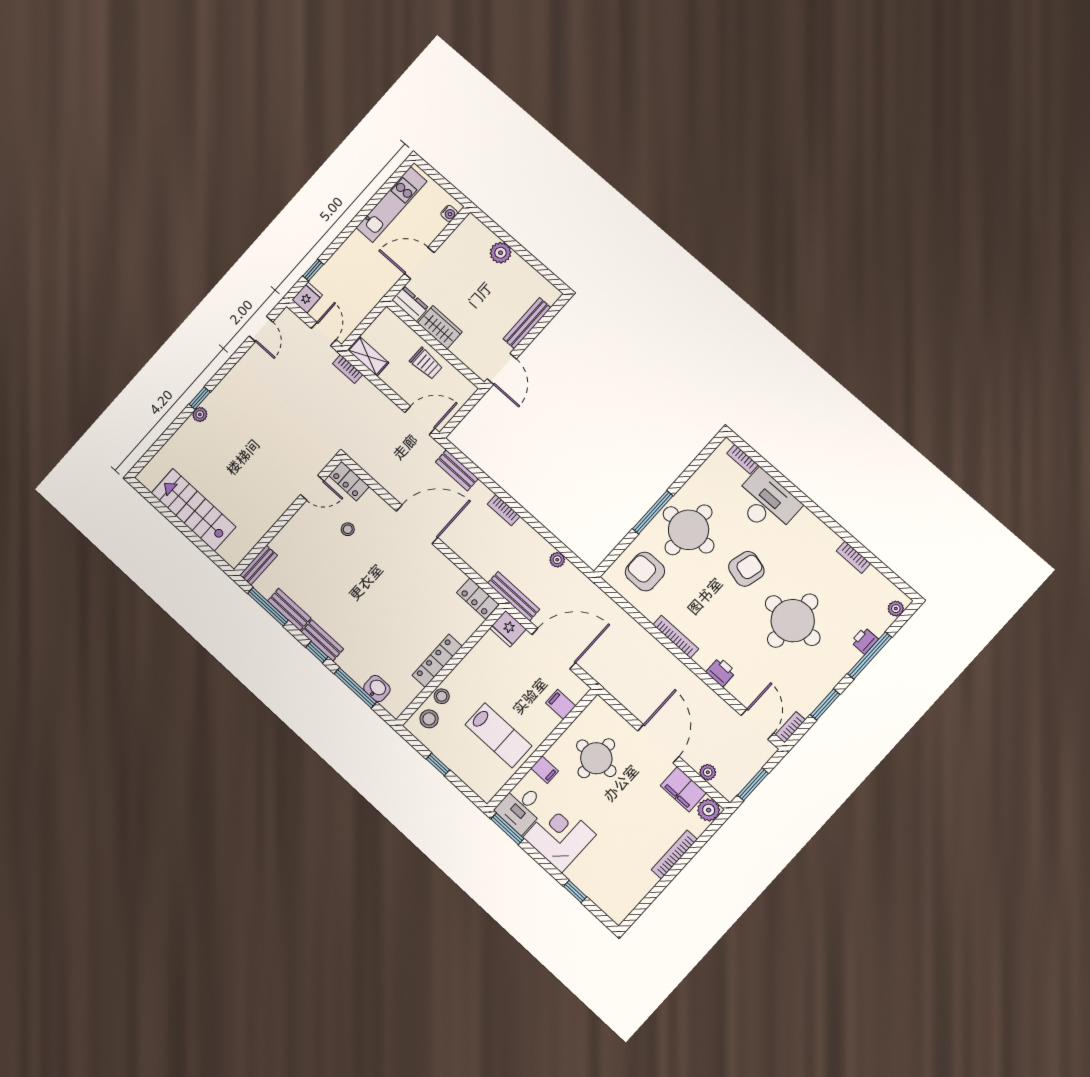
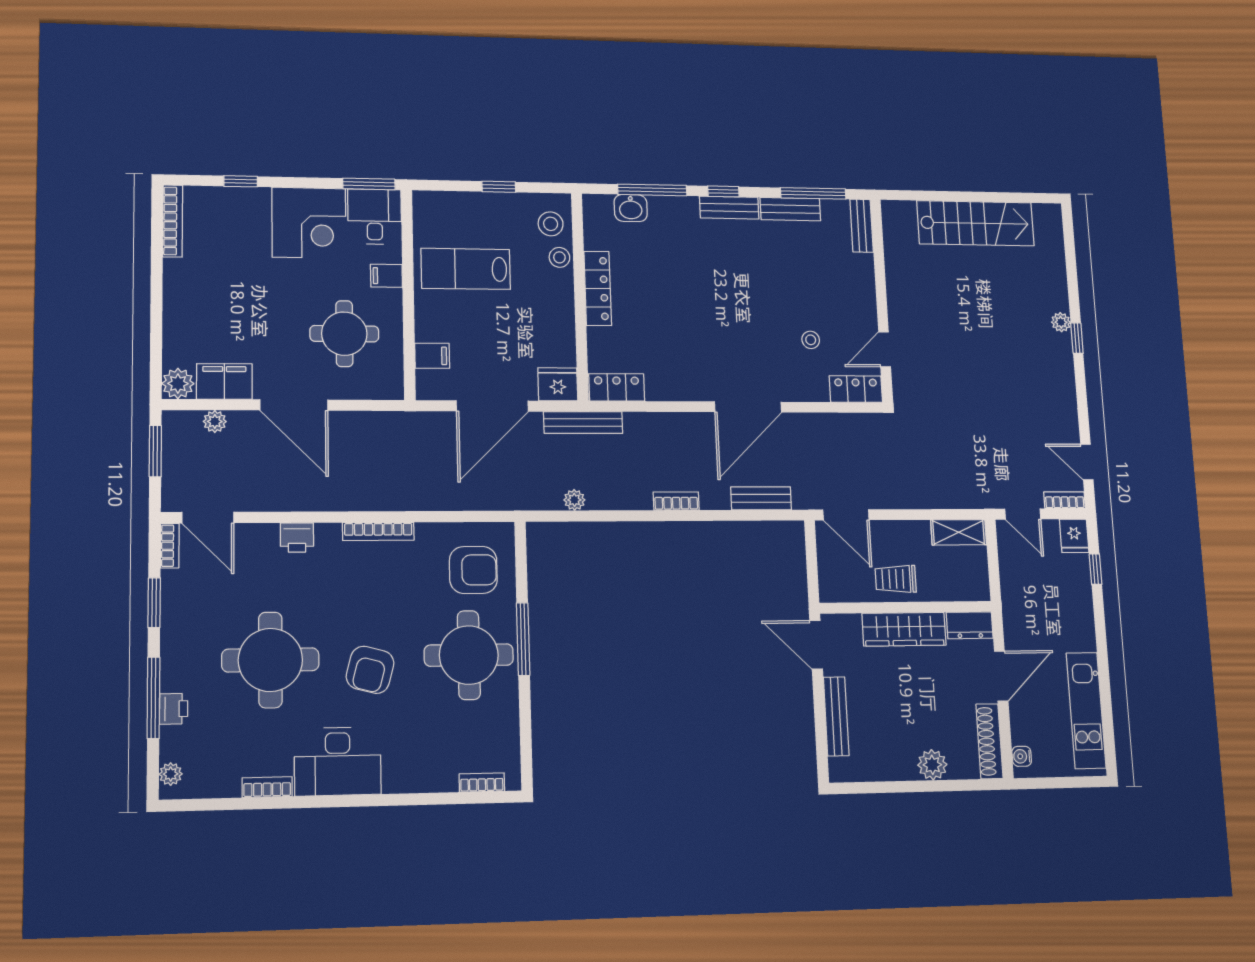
shoe rack: (459, 237) -> (989, 741), added
wardrobe: (440, 327) -> (904, 629), width x1.50
bookcase: (348, 369) -> (1065, 500), moved
door: (420, 420) -> (846, 515), hinge flipped
desk: (766, 503) -> (338, 761), moved
bookcase: (674, 855) -> (173, 221), moved

